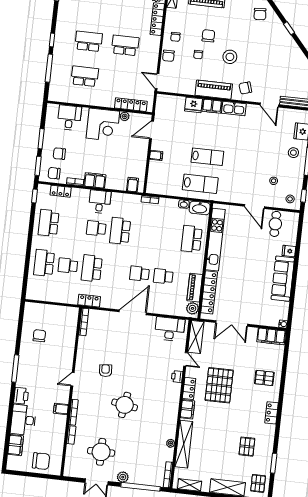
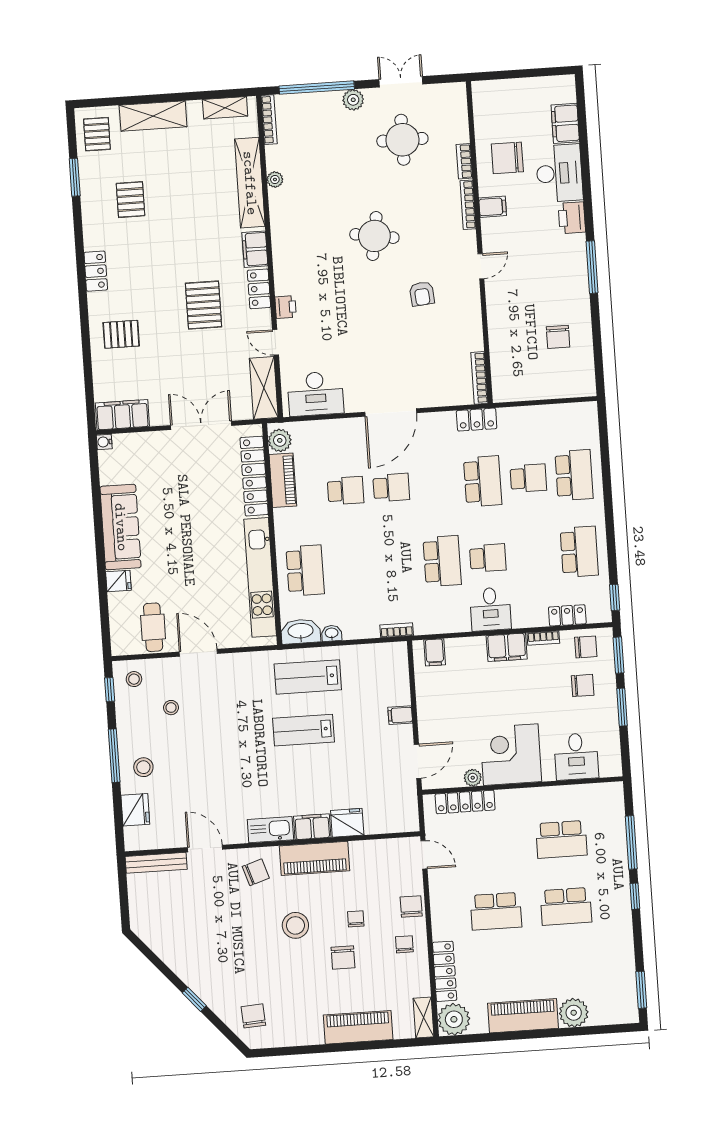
pallet: (219, 385) -> (203, 305), width x0.73, depth x0.71
chair: (41, 461) -> (507, 158), moved

